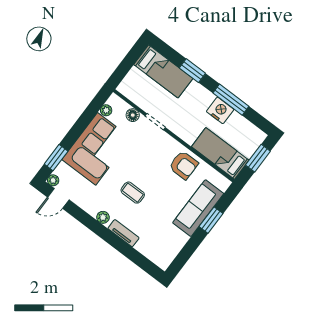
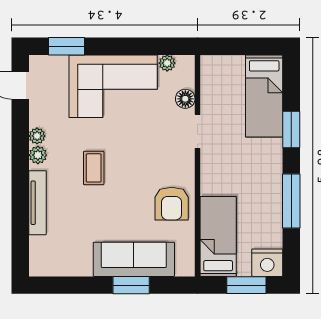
nightstand: (220, 110) -> (267, 263), moved, turned 90
plant: (53, 180) -> (37, 136), moved
tv unit: (123, 233) -> (38, 203), width x1.41

